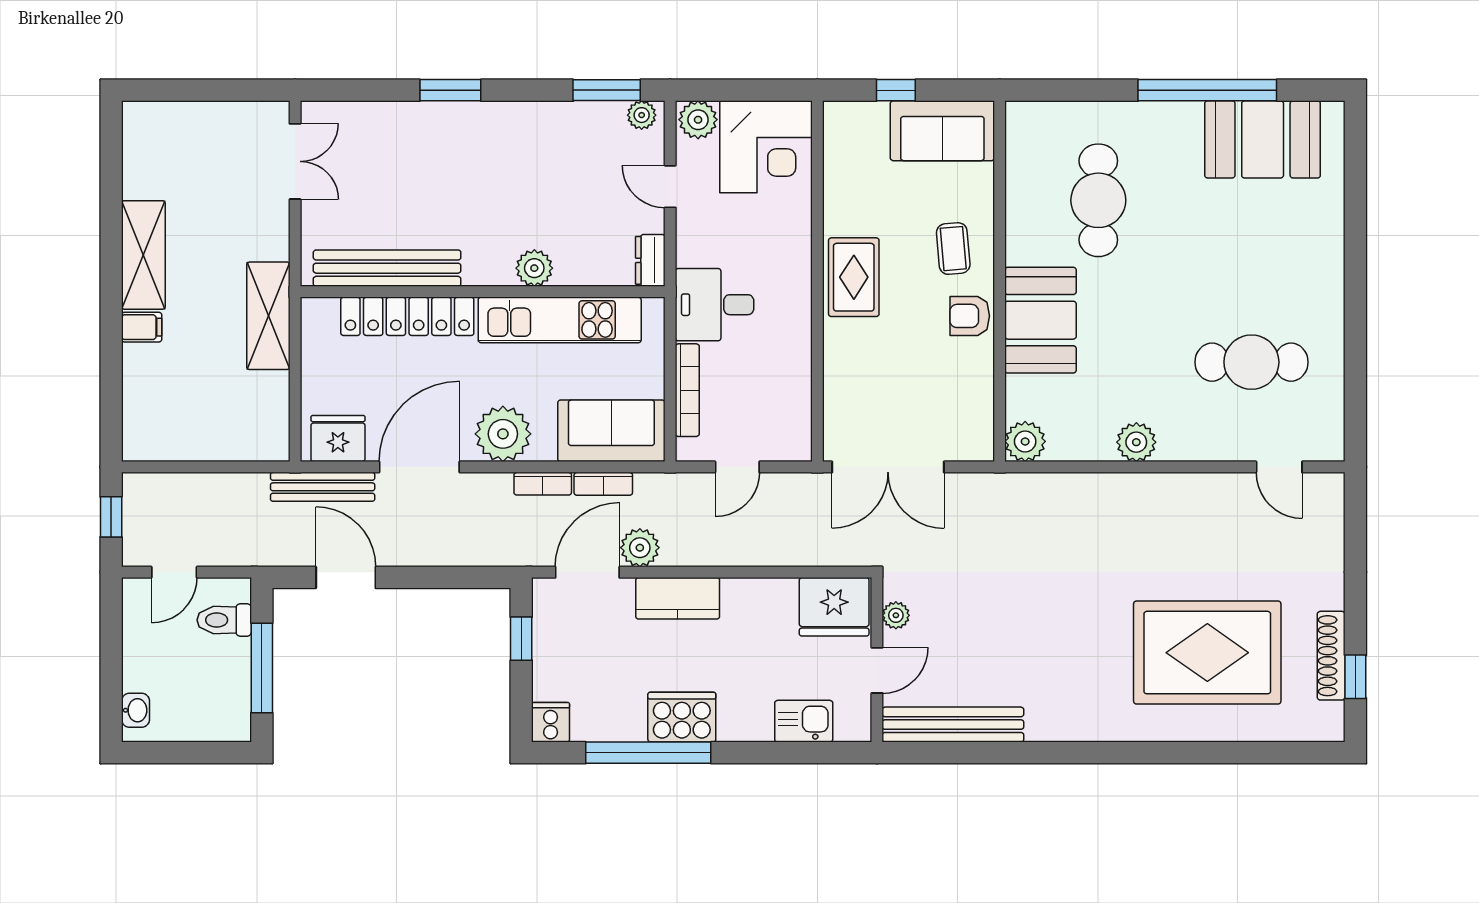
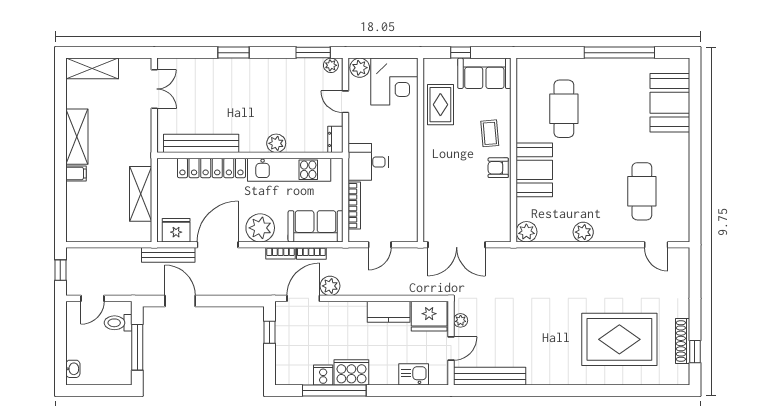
shelving: (173, 121) -> (92, 68), added
booth: (1263, 139) -> (670, 103), moved, turned 90
rug: (854, 277) -> (440, 105), moved
shelving: (268, 316) -> (141, 194), moved
cafe table: (1251, 362) -> (642, 191), turned 90
kitchen counter: (678, 598) -> (389, 312), moved
cooker: (551, 722) -> (323, 375), moved

